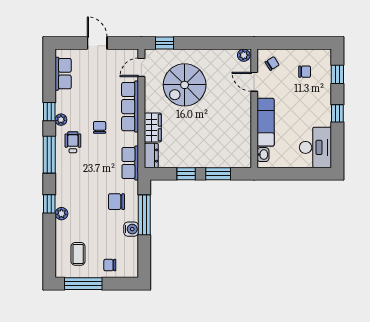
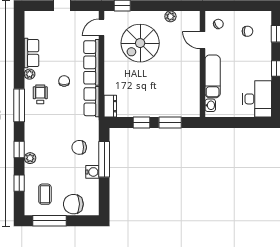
plant: (244, 55) -> (170, 16), moved
row of seats: (63, 74) -> (32, 53), moved
window: (49, 112) -> (19, 183), moved
wardrobe: (153, 127) -> (112, 81), removed
row of seats: (130, 163) -> (92, 102), moved
chair: (110, 265) -> (73, 204), width x1.87, depth x1.87

